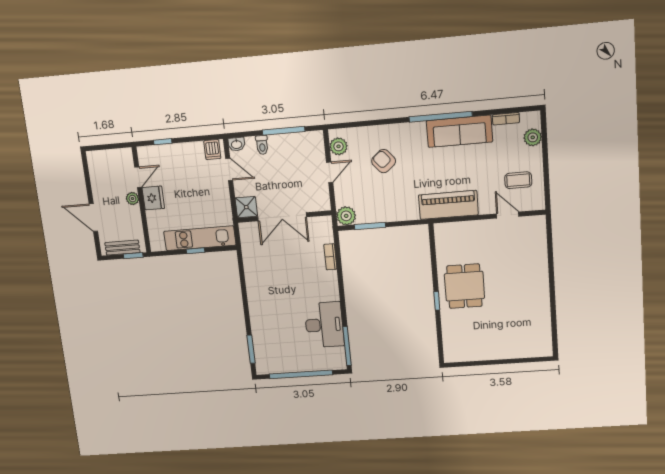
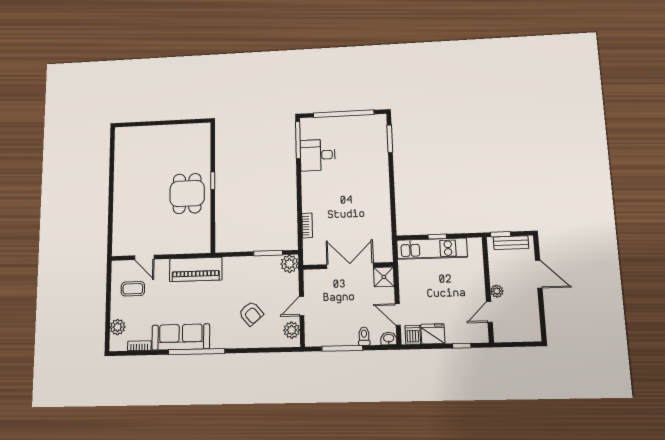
fridge: (153, 198) -> (433, 334), moved, turned 90
desk: (324, 325) -> (318, 155), width x0.73

